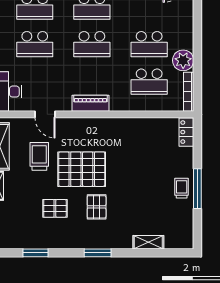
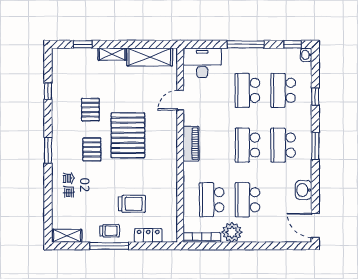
locker: (186, 132) -> (148, 235), moved
trolley: (39, 156) -> (132, 204), moved
pallet: (97, 207) -> (92, 149), turned 90
shelving: (148, 242) -> (67, 236), moved, turned 90
window: (36, 253) -> (48, 91), width x0.67

